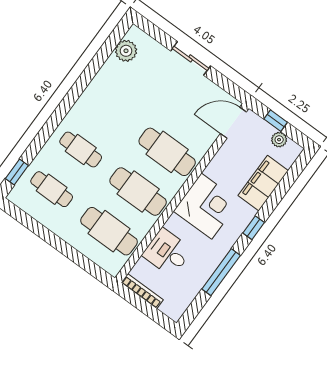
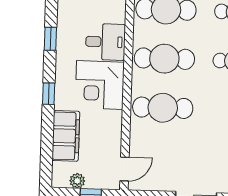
door: (233, 123) -> (124, 169), width x0.73
desk: (167, 252) -> (105, 42), moved
window: (221, 272) -> (50, 39), width x0.46

